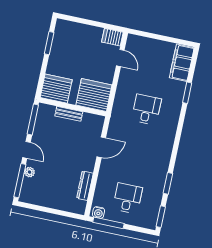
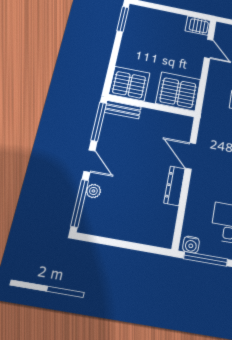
window: (49, 43) -> (123, 19), moved
bench: (69, 114) -> (123, 110), moved
door: (101, 147) -> (191, 156), swing flipped
dresser: (85, 186) -> (175, 186), moved

